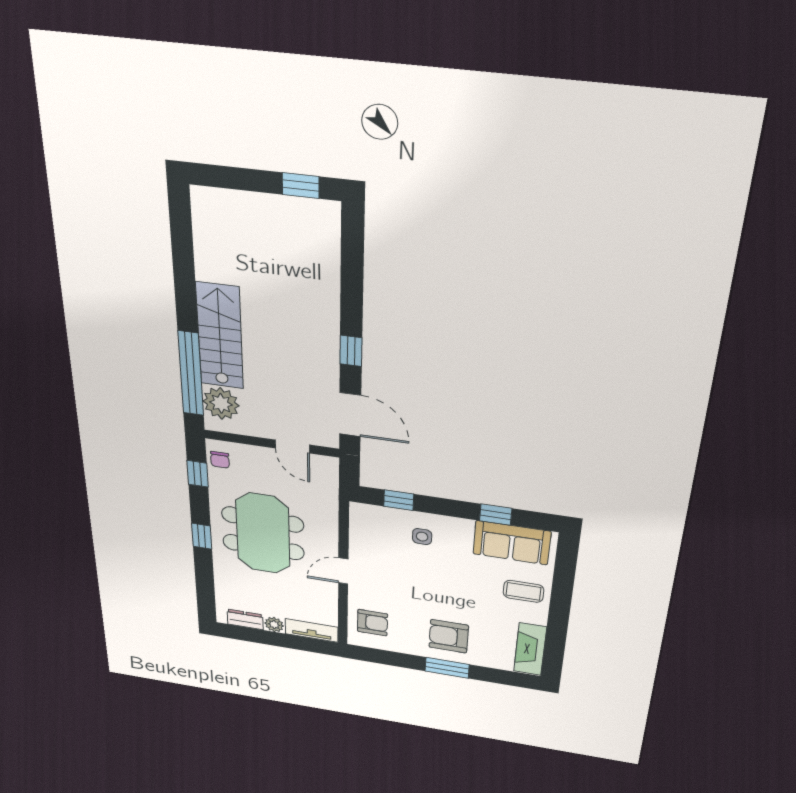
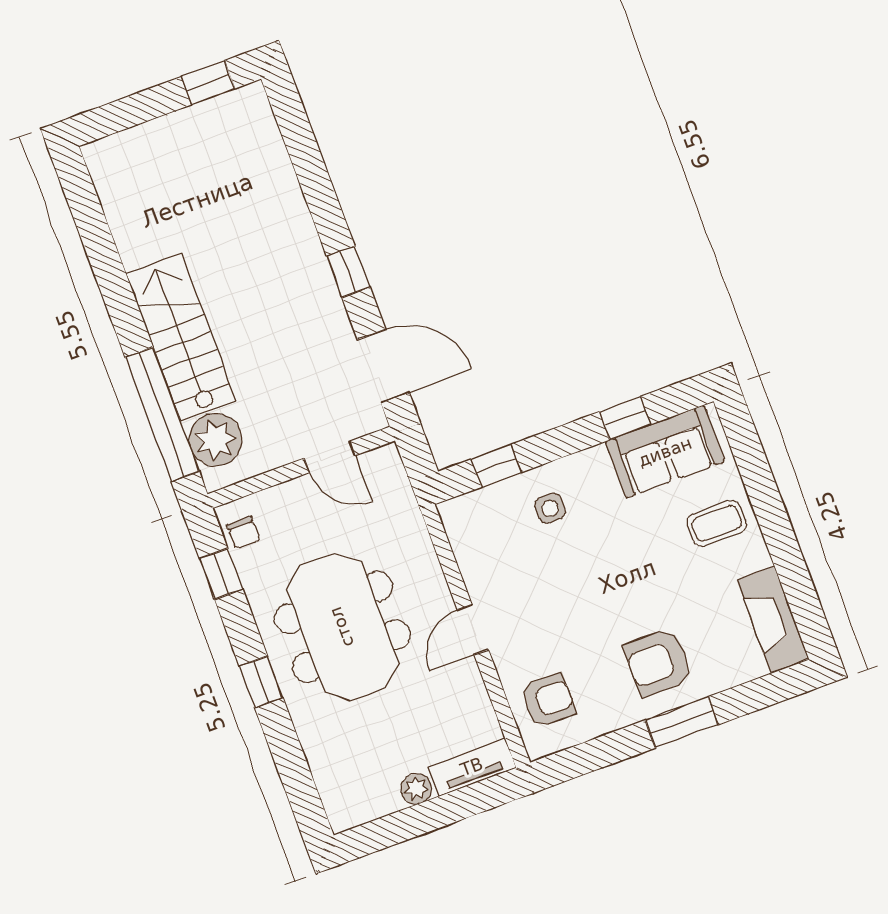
dresser: (245, 619) -> (372, 804), removed

